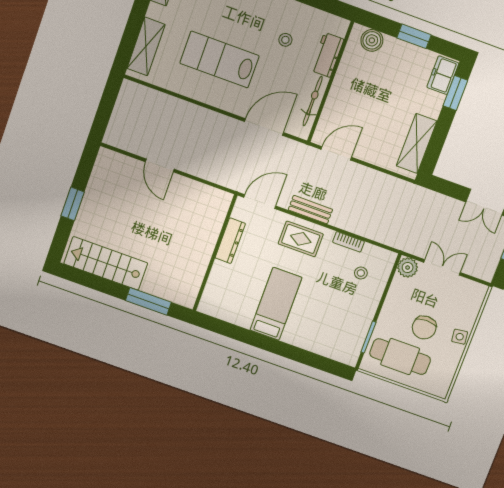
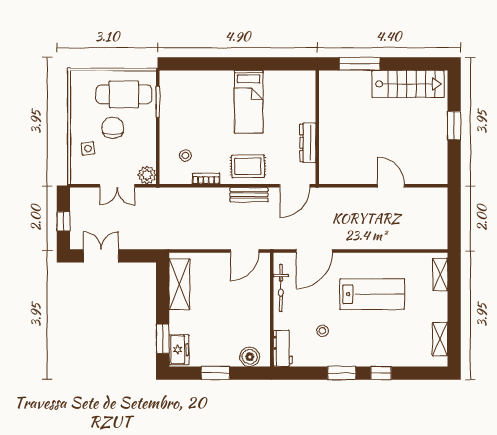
shelving: (146, 46) -> (440, 274), width x0.67, depth x0.75
workbench: (327, 55) -> (283, 348), moved
side table: (460, 337) -> (88, 148), moved

